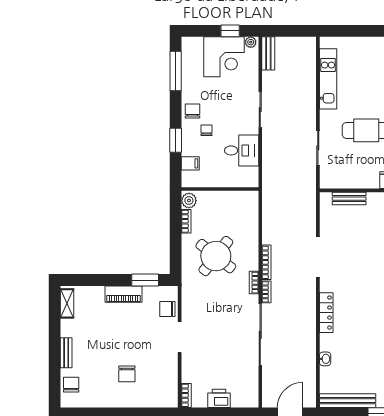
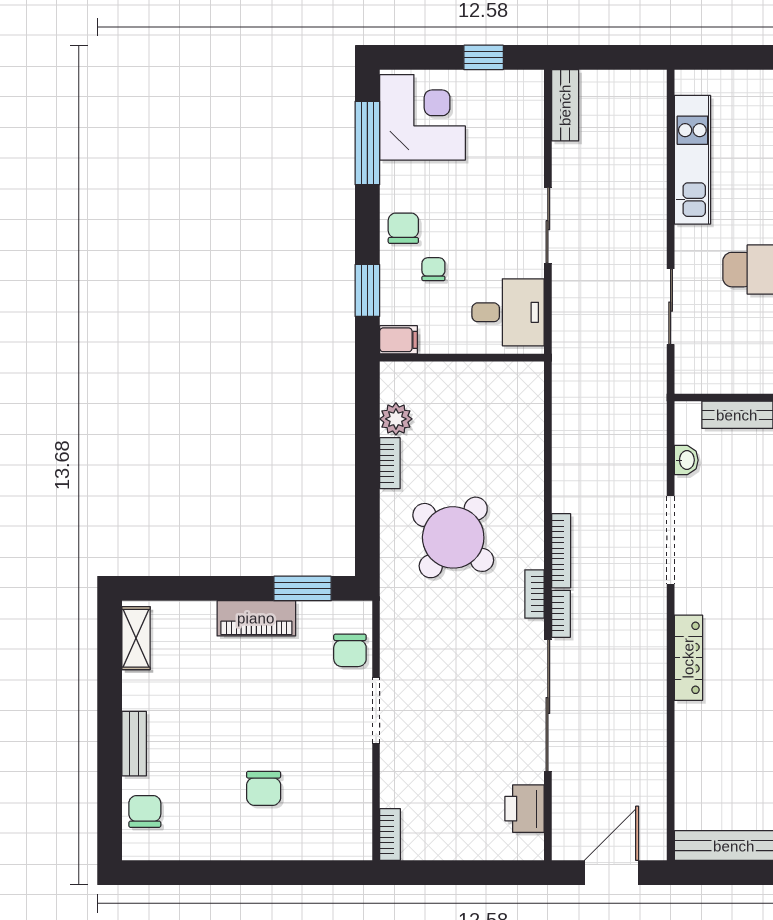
plant: (251, 42) -> (528, 81), removed
corner desk: (224, 57) -> (422, 117), moved, turned -90
wall: (220, 189) -> (462, 358), moved
chair: (167, 309) -> (350, 650), turned -90
washbasin: (325, 359) -> (686, 460), moved
printer: (219, 398) -> (525, 809), moved, turned -90

